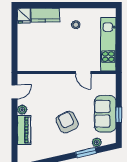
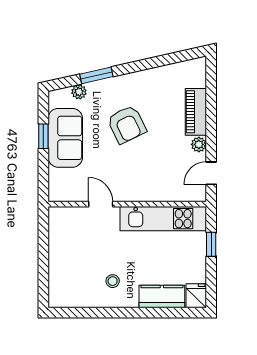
kitchen unit: (108, 44) -> (163, 219), moved, turned 90
window: (14, 48) -> (211, 244), added

